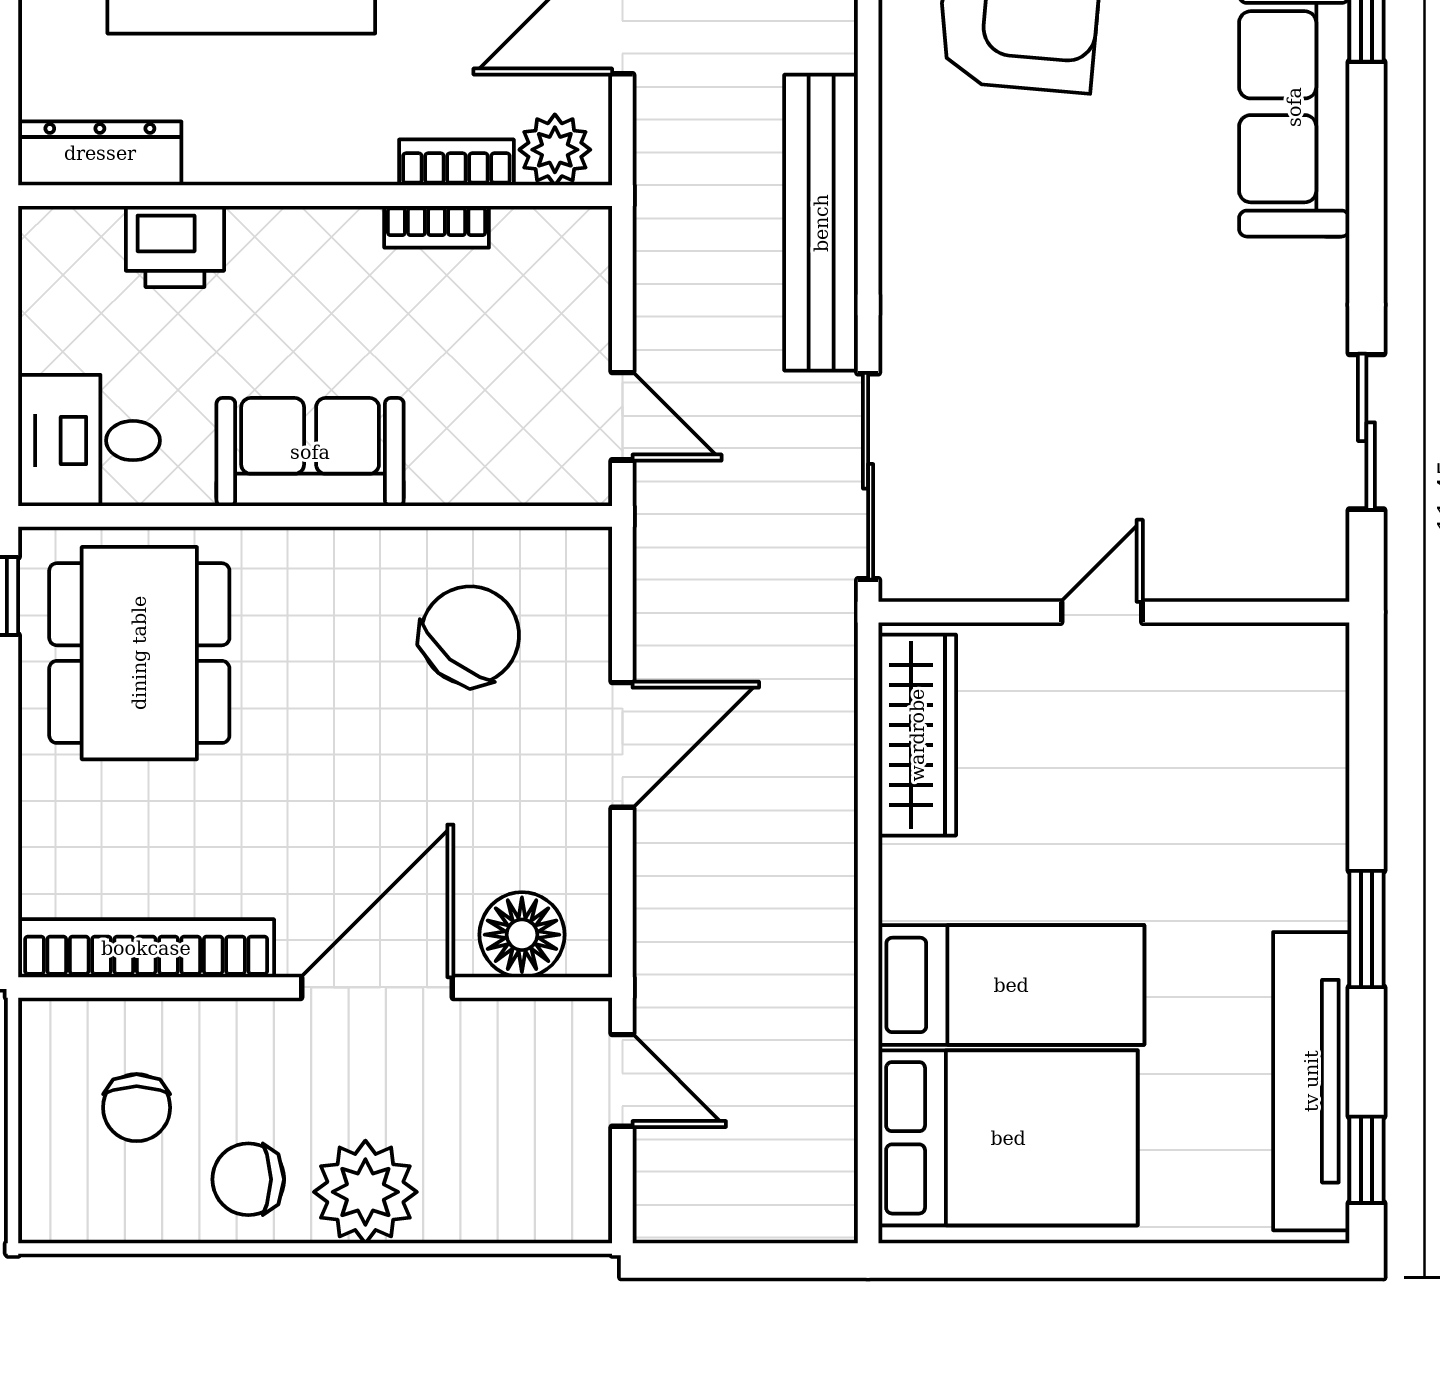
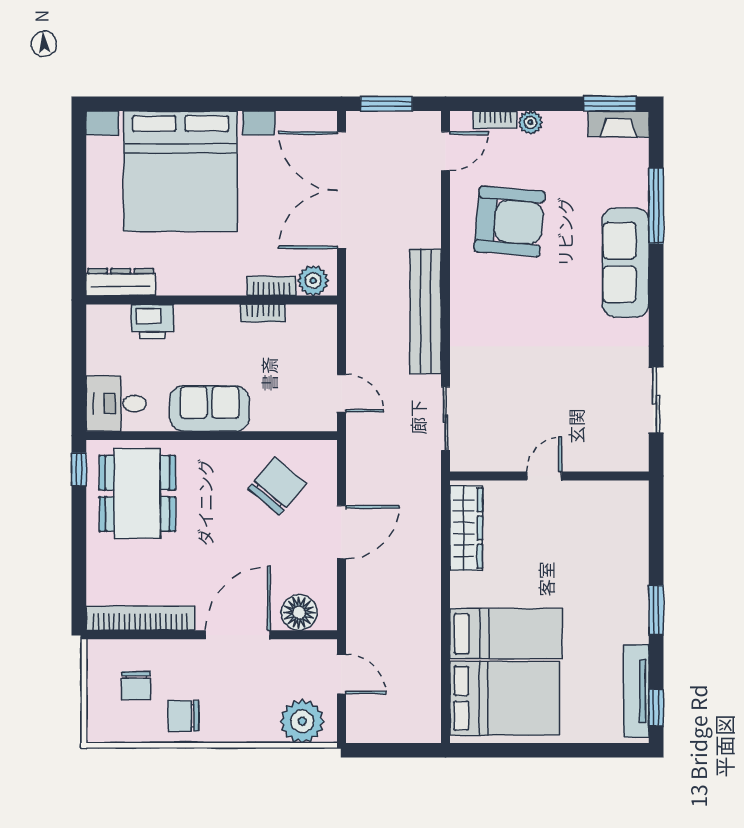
sliding door: (868, 476) -> (445, 419), width x0.73
tv unit: (1311, 1081) -> (636, 691), width x0.73, depth x0.78
plant: (365, 1192) -> (302, 721), moved

